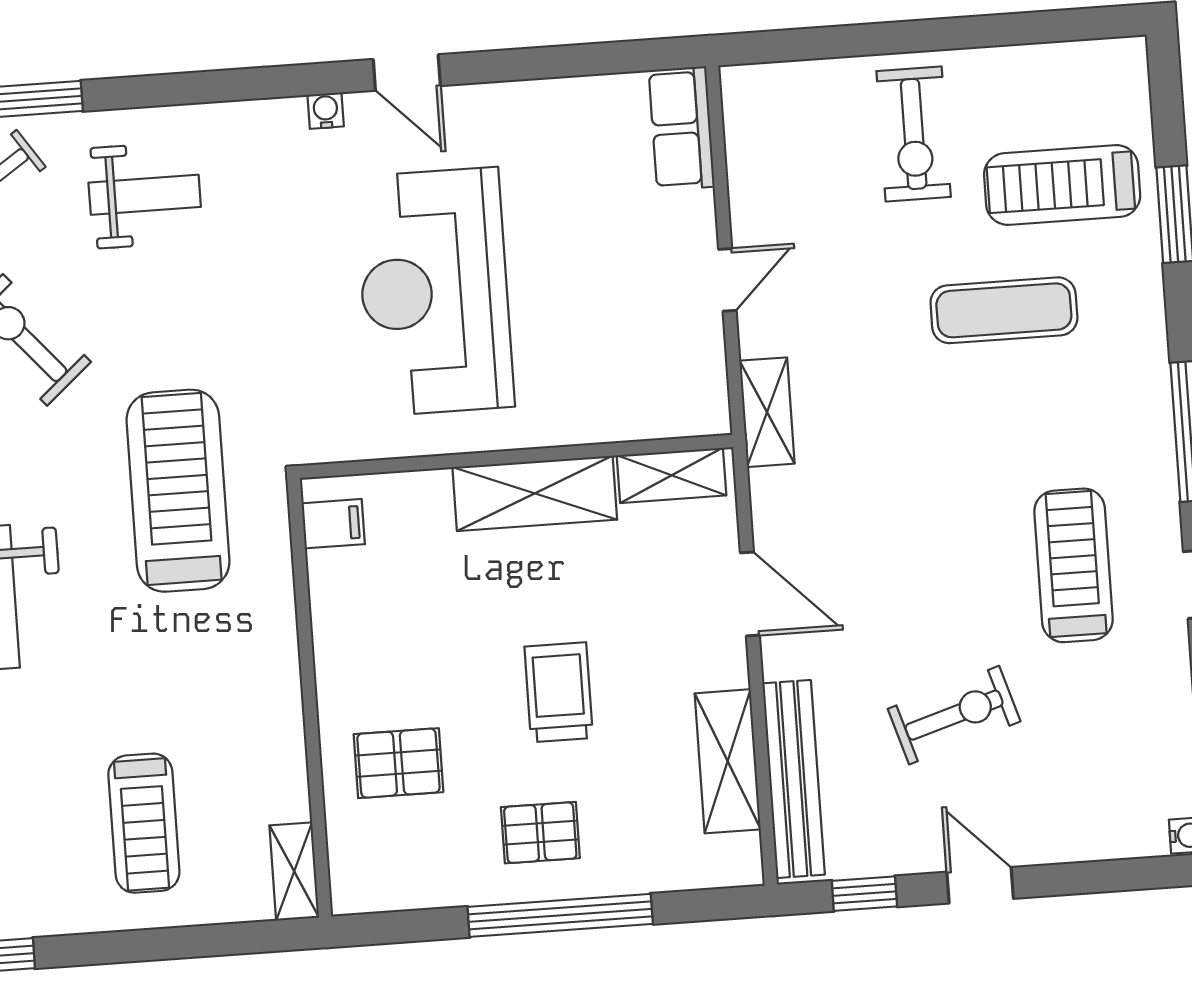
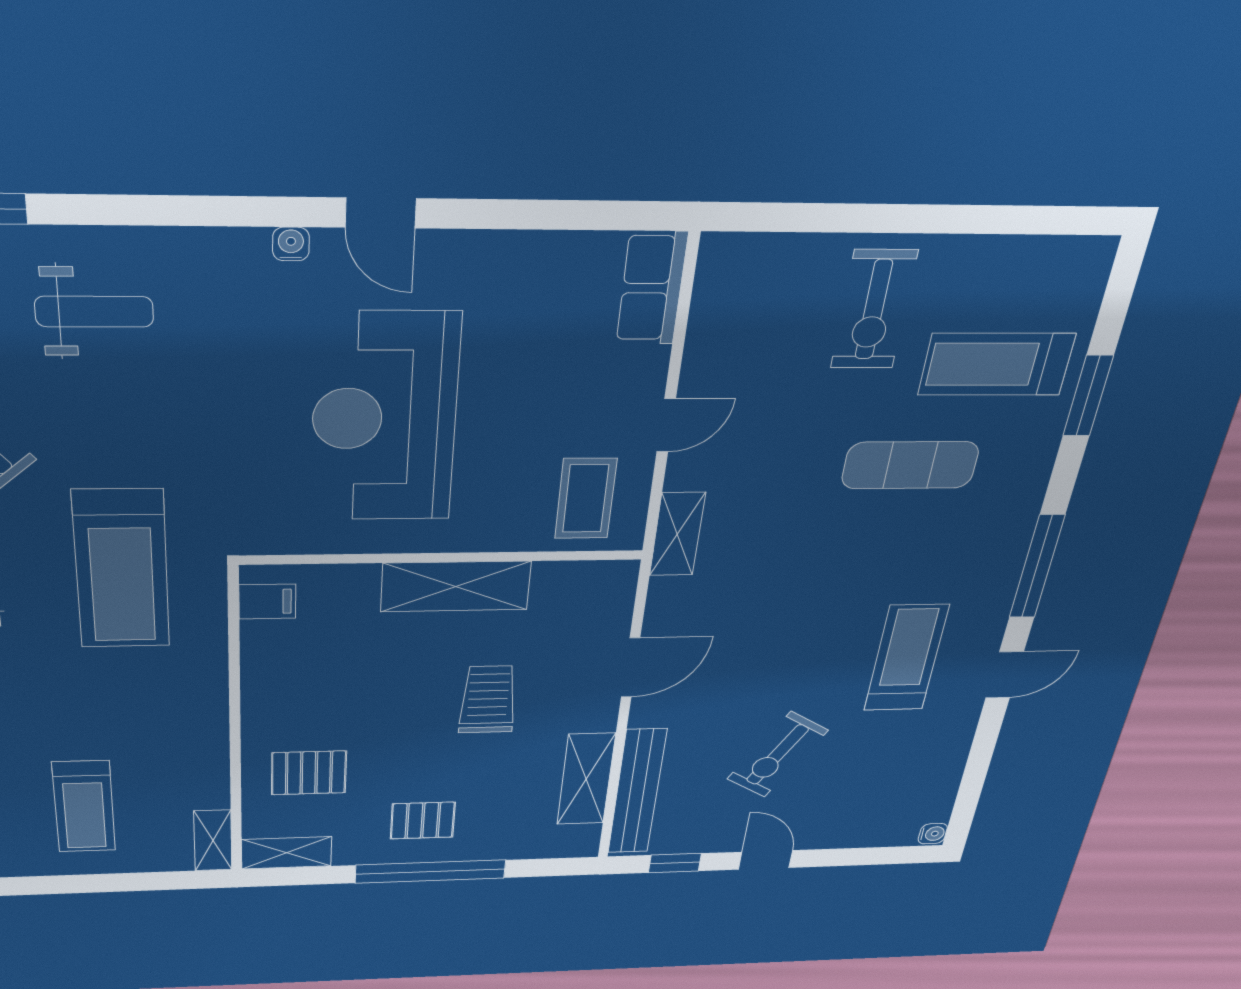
coffee table: (658, 374) -> (586, 499), added
shelving: (672, 475) -> (287, 853), moved
treadmill: (178, 491) -> (122, 570), turned 180
door: (750, 594) -> (631, 668), hinge flipped
trolley: (559, 692) -> (488, 700), moved
exercise bike: (954, 715) -> (777, 755), turned 138

